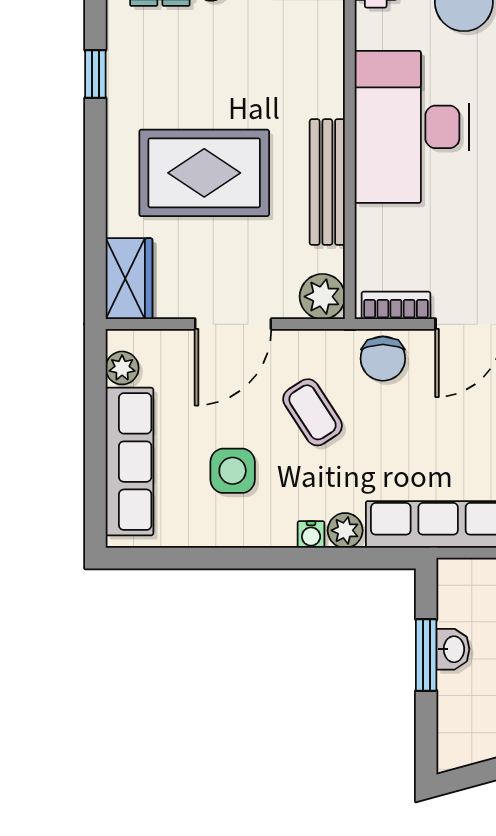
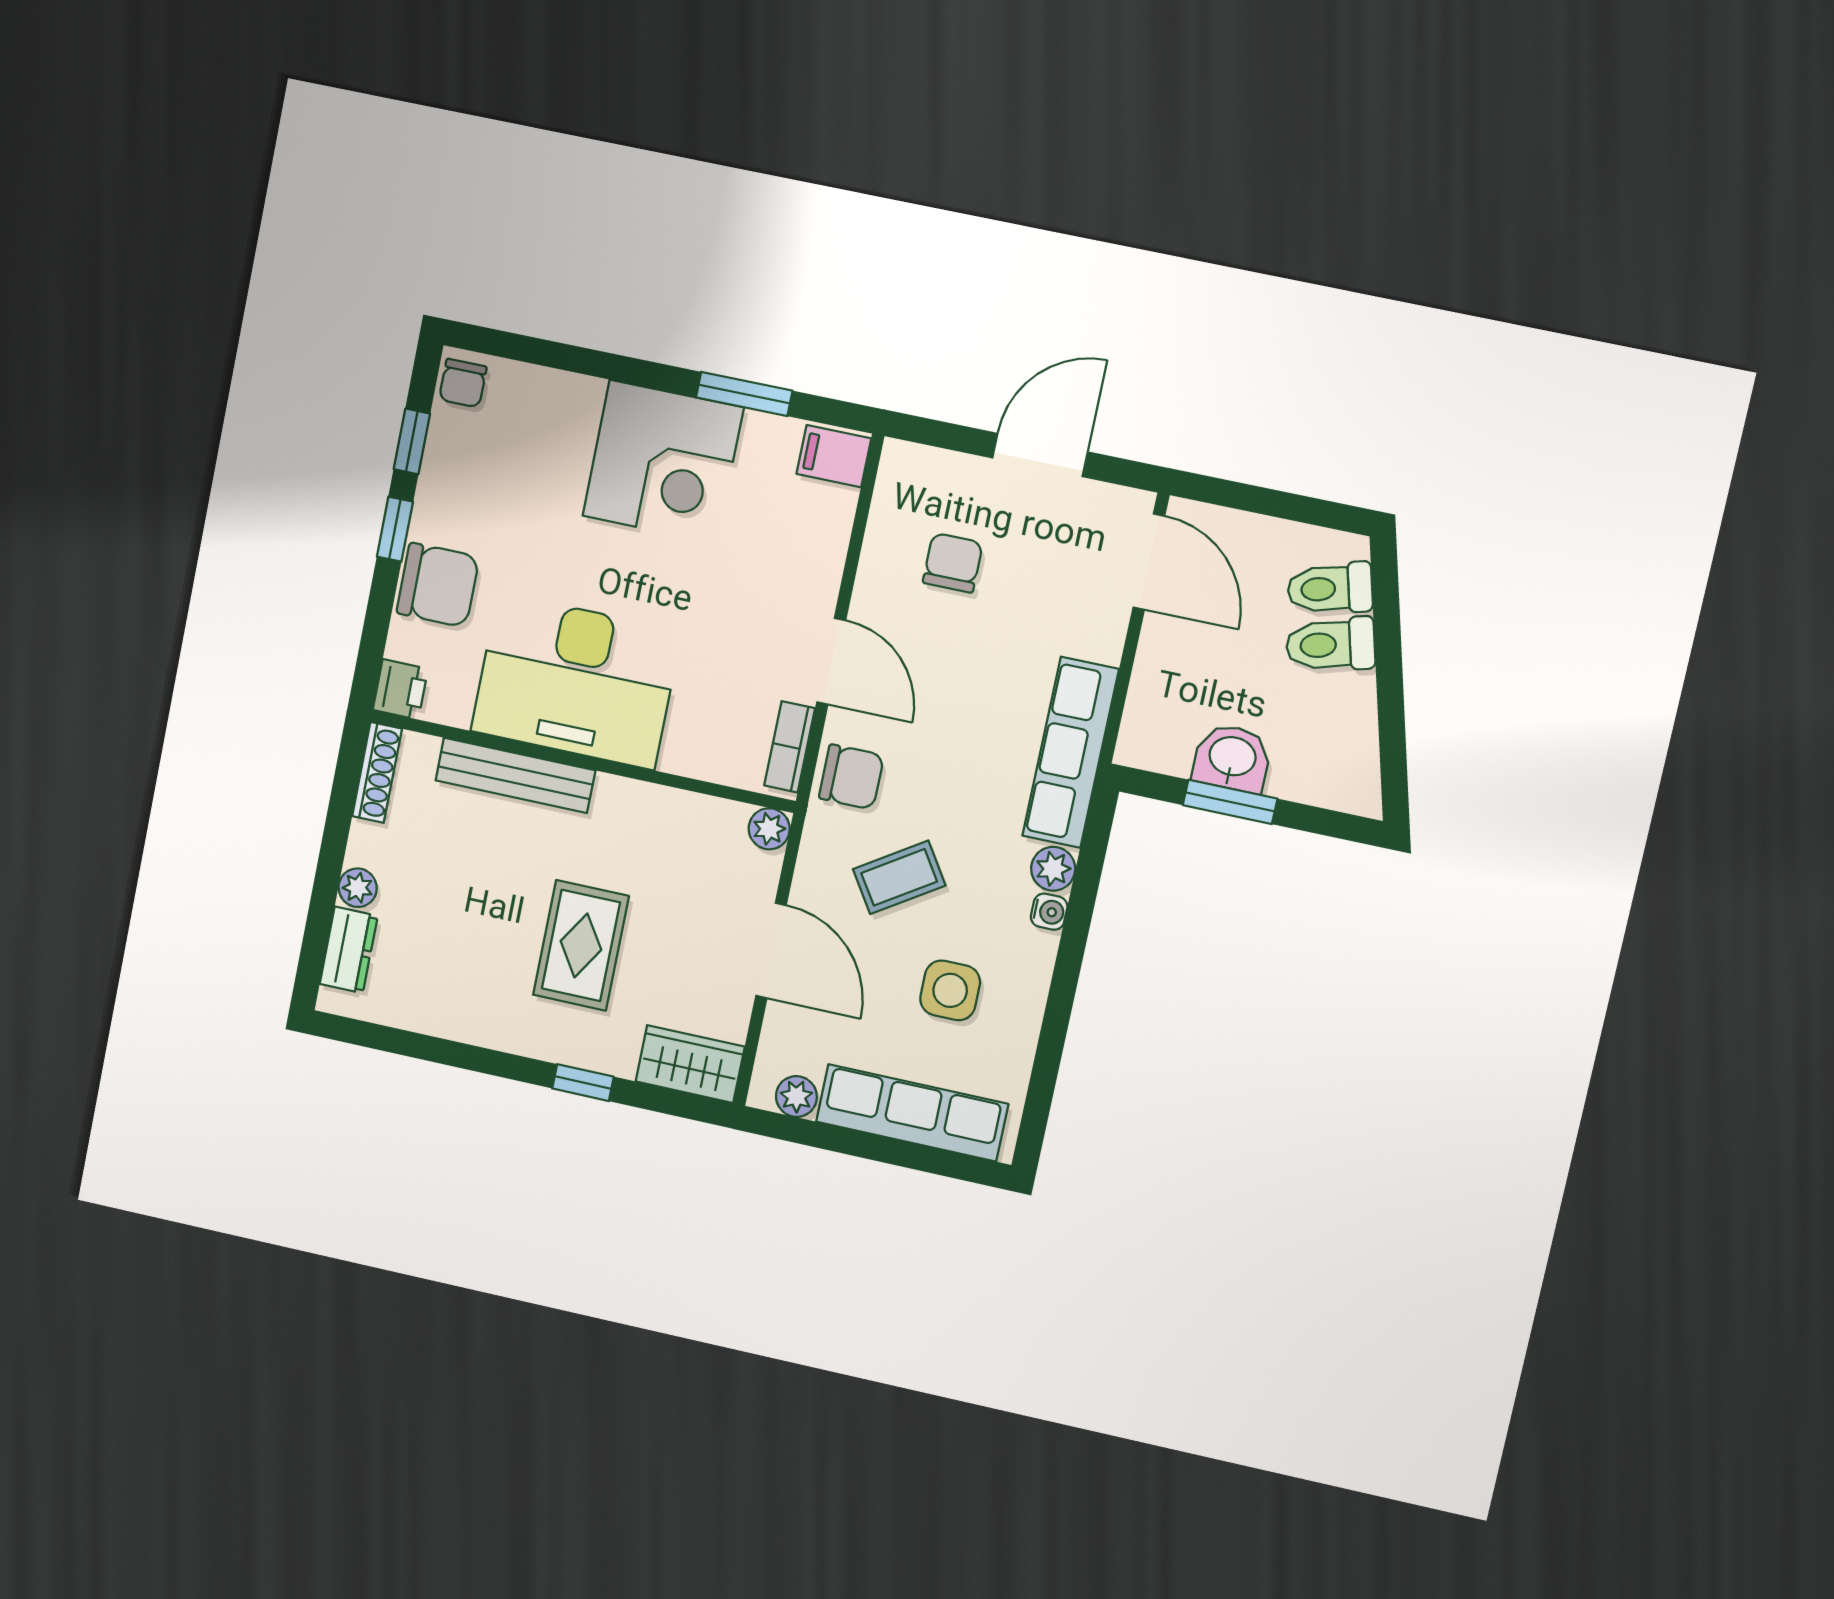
window: (95, 74) -> (583, 1083), moved
rug: (204, 173) -> (581, 945), width x0.73, depth x0.70
bench: (327, 182) -> (515, 775), moved
plant: (322, 297) -> (769, 829), width x0.73, depth x0.73
washbasin: (453, 649) -> (1232, 758), width x1.38, depth x1.45

